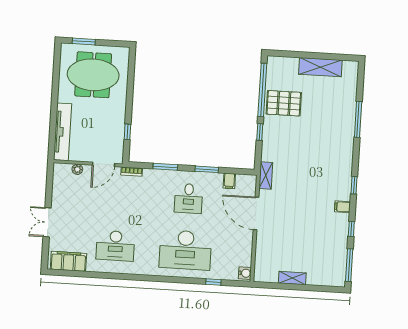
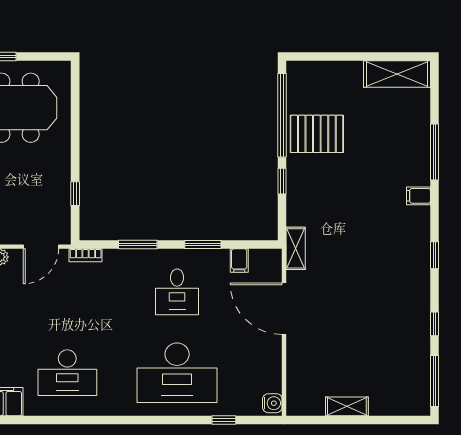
shelving: (320, 67) -> (397, 74), moved
filing cabinet: (342, 207) -> (418, 196), moved

